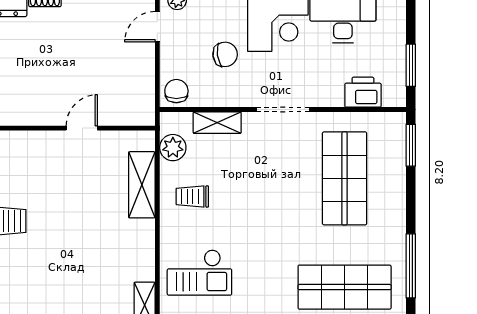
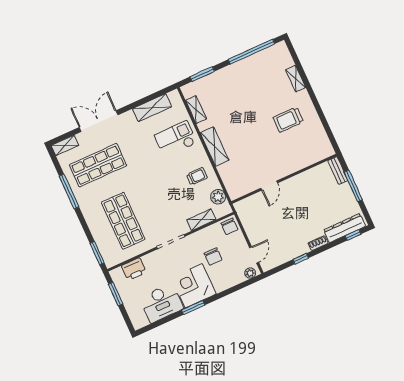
chair: (225, 54) -> (213, 257), turned -82
shelving: (142, 185) -> (215, 146), moved

